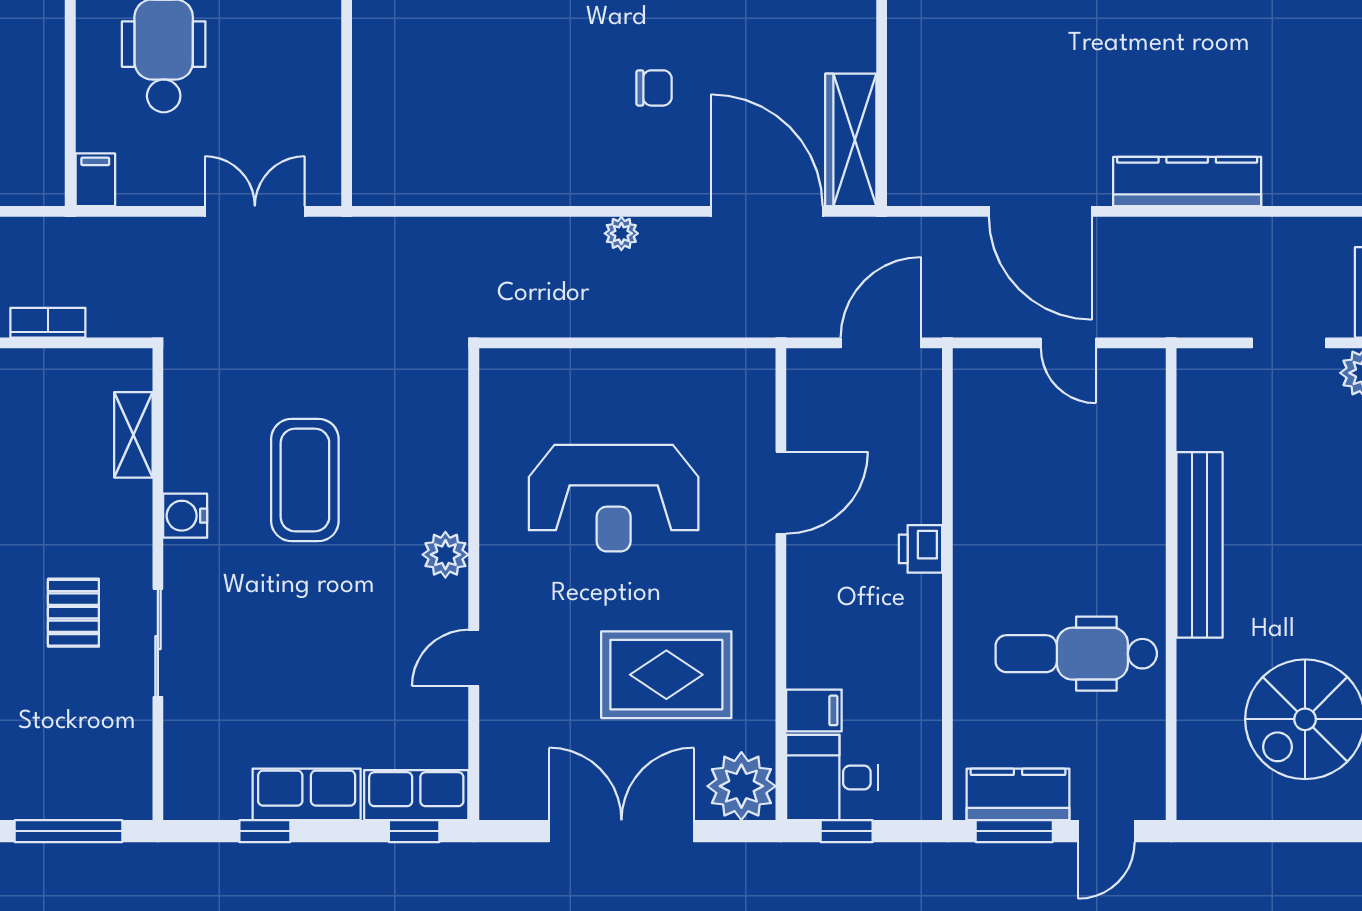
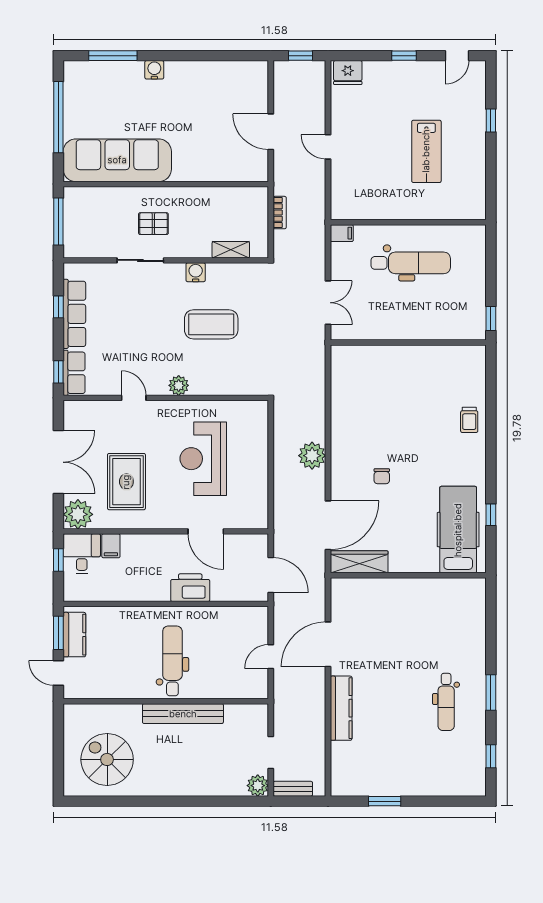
plant: (621, 233) -> (312, 456), width x1.88, depth x1.88
printer: (921, 549) -> (190, 588), width x1.87, depth x1.48
dental chair: (1076, 654) -> (172, 661), moved
row of seats: (307, 794) -> (74, 314), width x1.48

